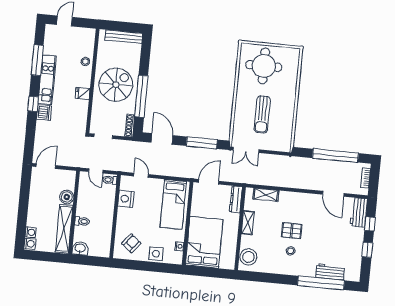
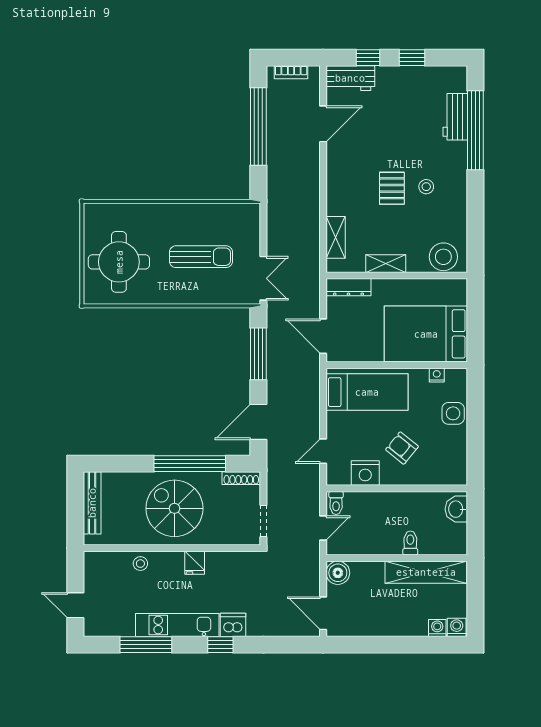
boiler: (67, 197) -> (338, 573), moved
armchair: (131, 243) -> (402, 448), moved
washbasin: (80, 248) -> (456, 509), moved

